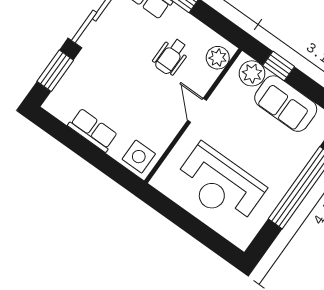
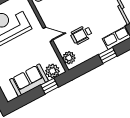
wheelchair: (171, 56) -> (81, 35), turned -90

